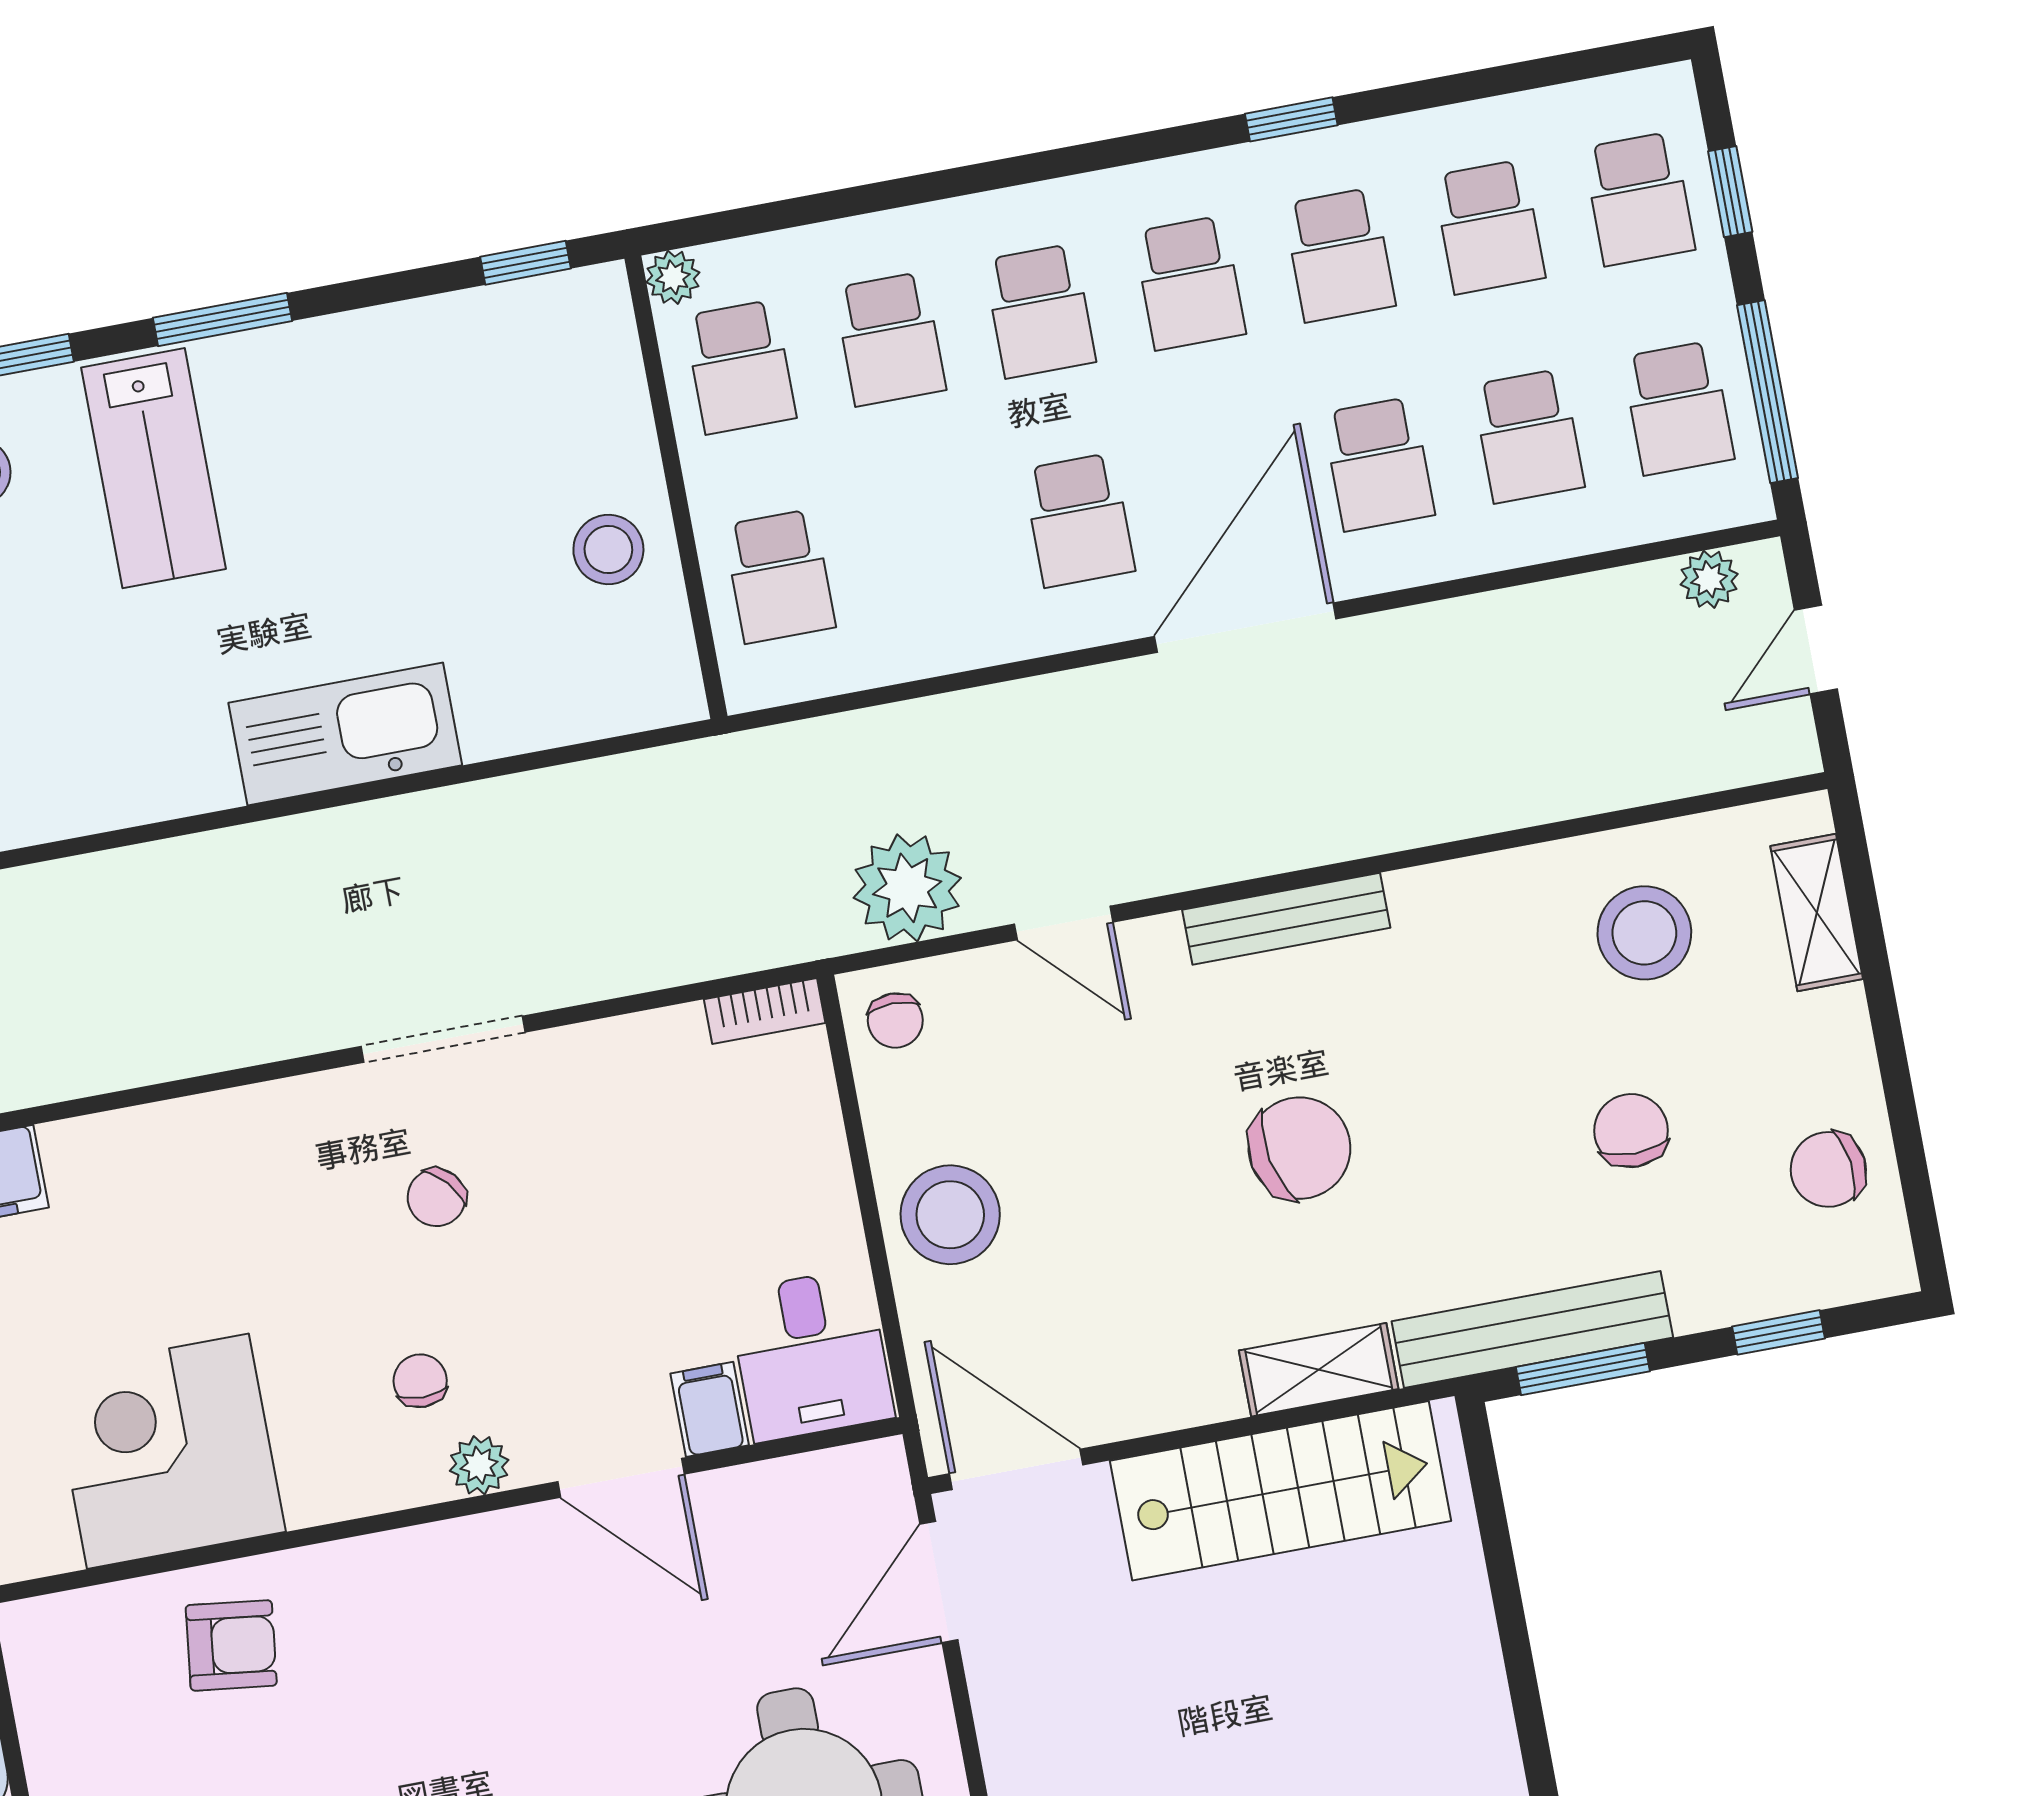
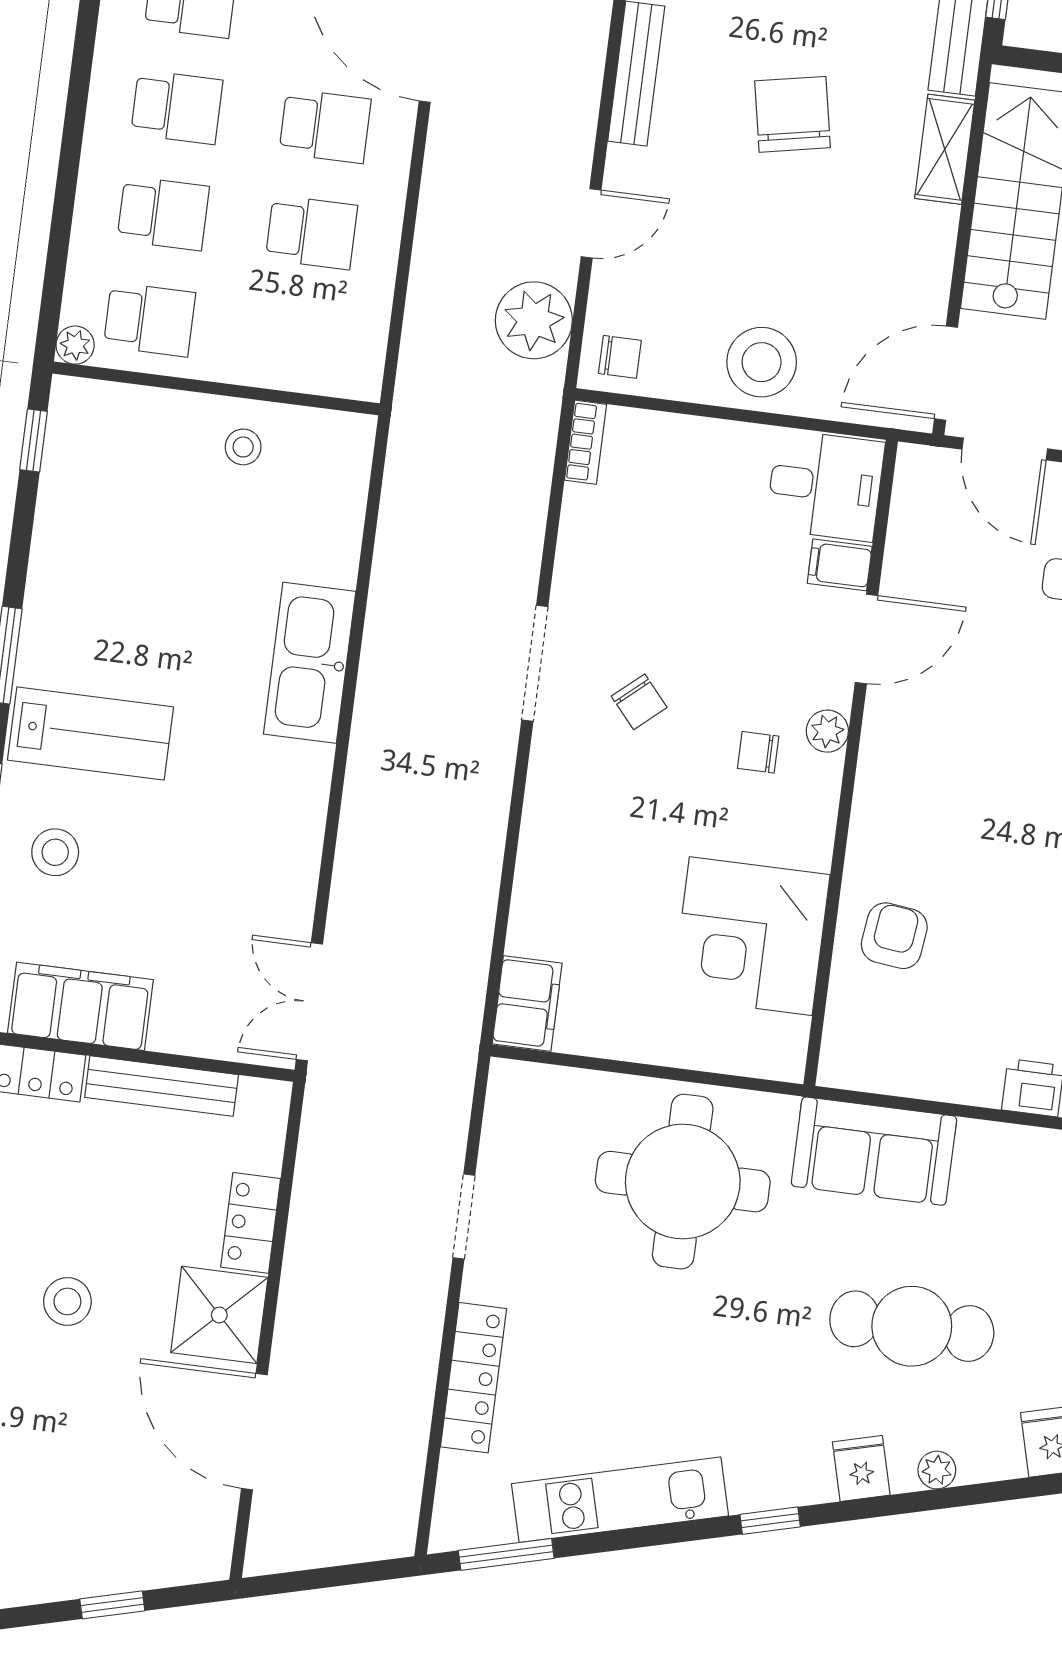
stool: (608, 549) -> (243, 447), width x0.73, depth x0.73
school desk: (779, 576) -> (311, 232), moved

